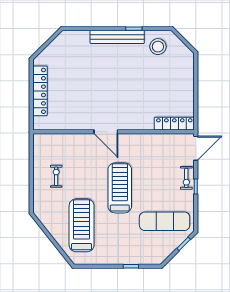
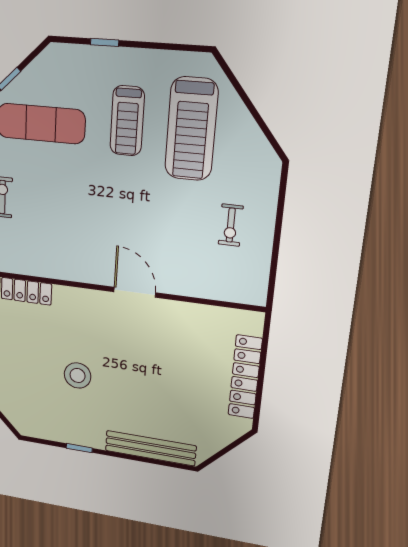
bench: (117, 37) -> (150, 448), moved
stool: (158, 47) -> (78, 375), moved
treadmill: (120, 188) -> (127, 121), moved, width x0.73, depth x0.73

